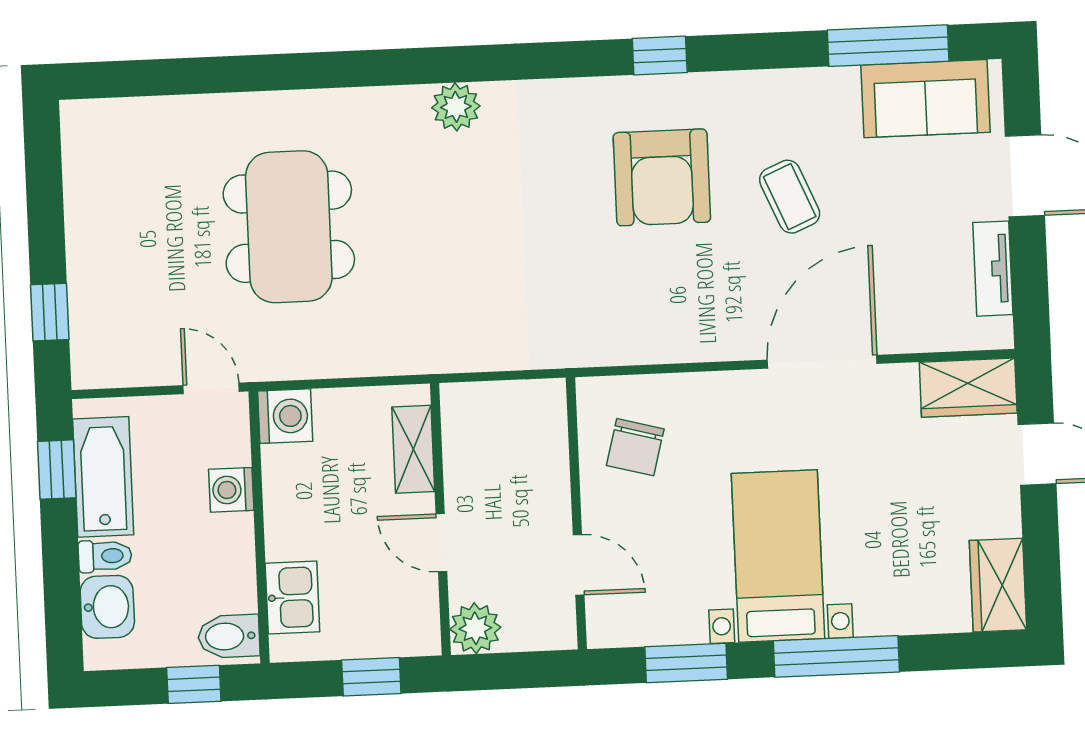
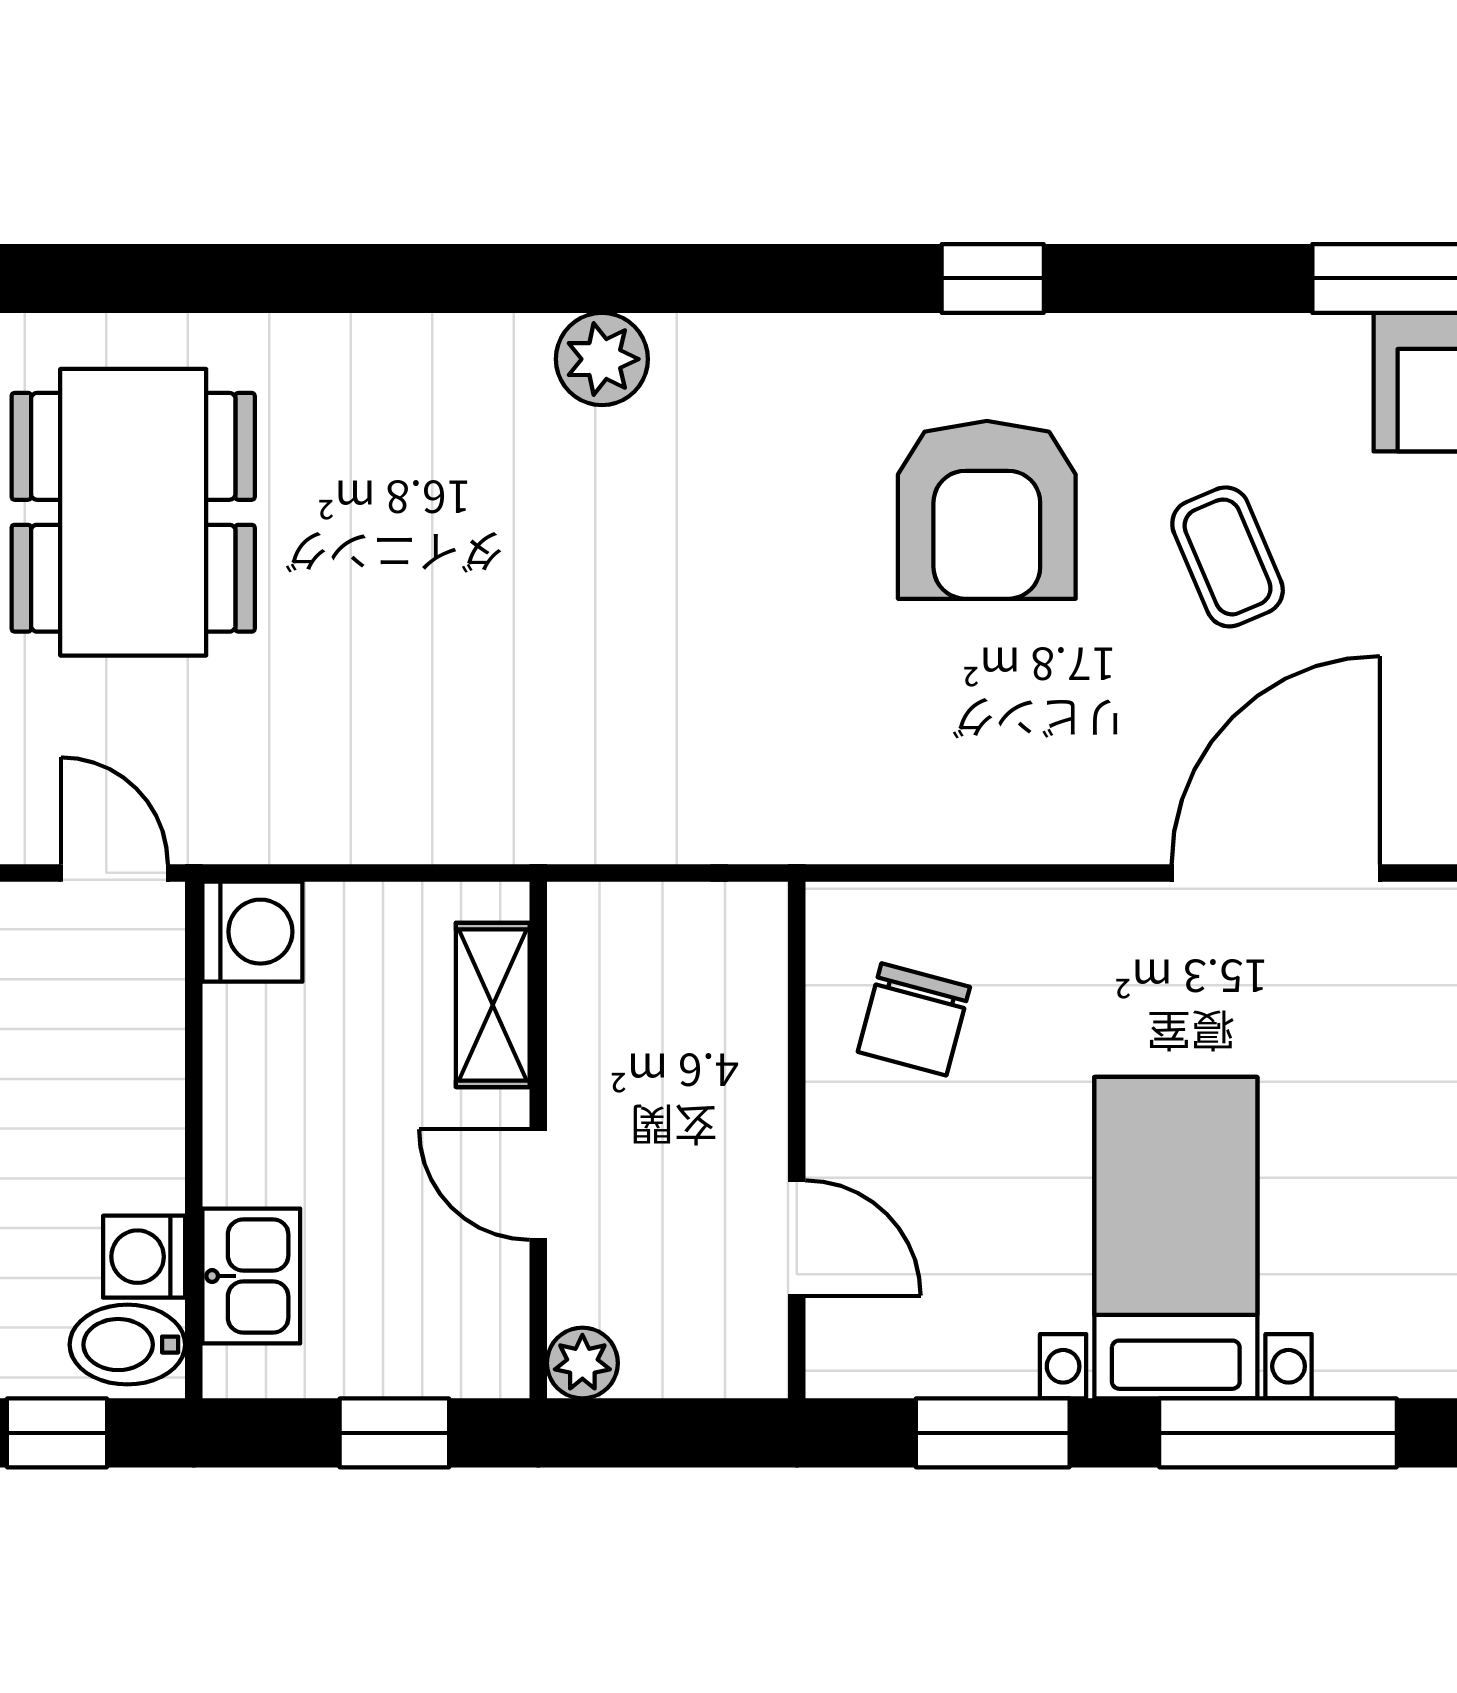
dining table: (289, 227) -> (133, 512), moved
washing machine: (231, 490) -> (144, 1257), moved
plant: (475, 628) -> (582, 1363), width x0.73, depth x0.73

